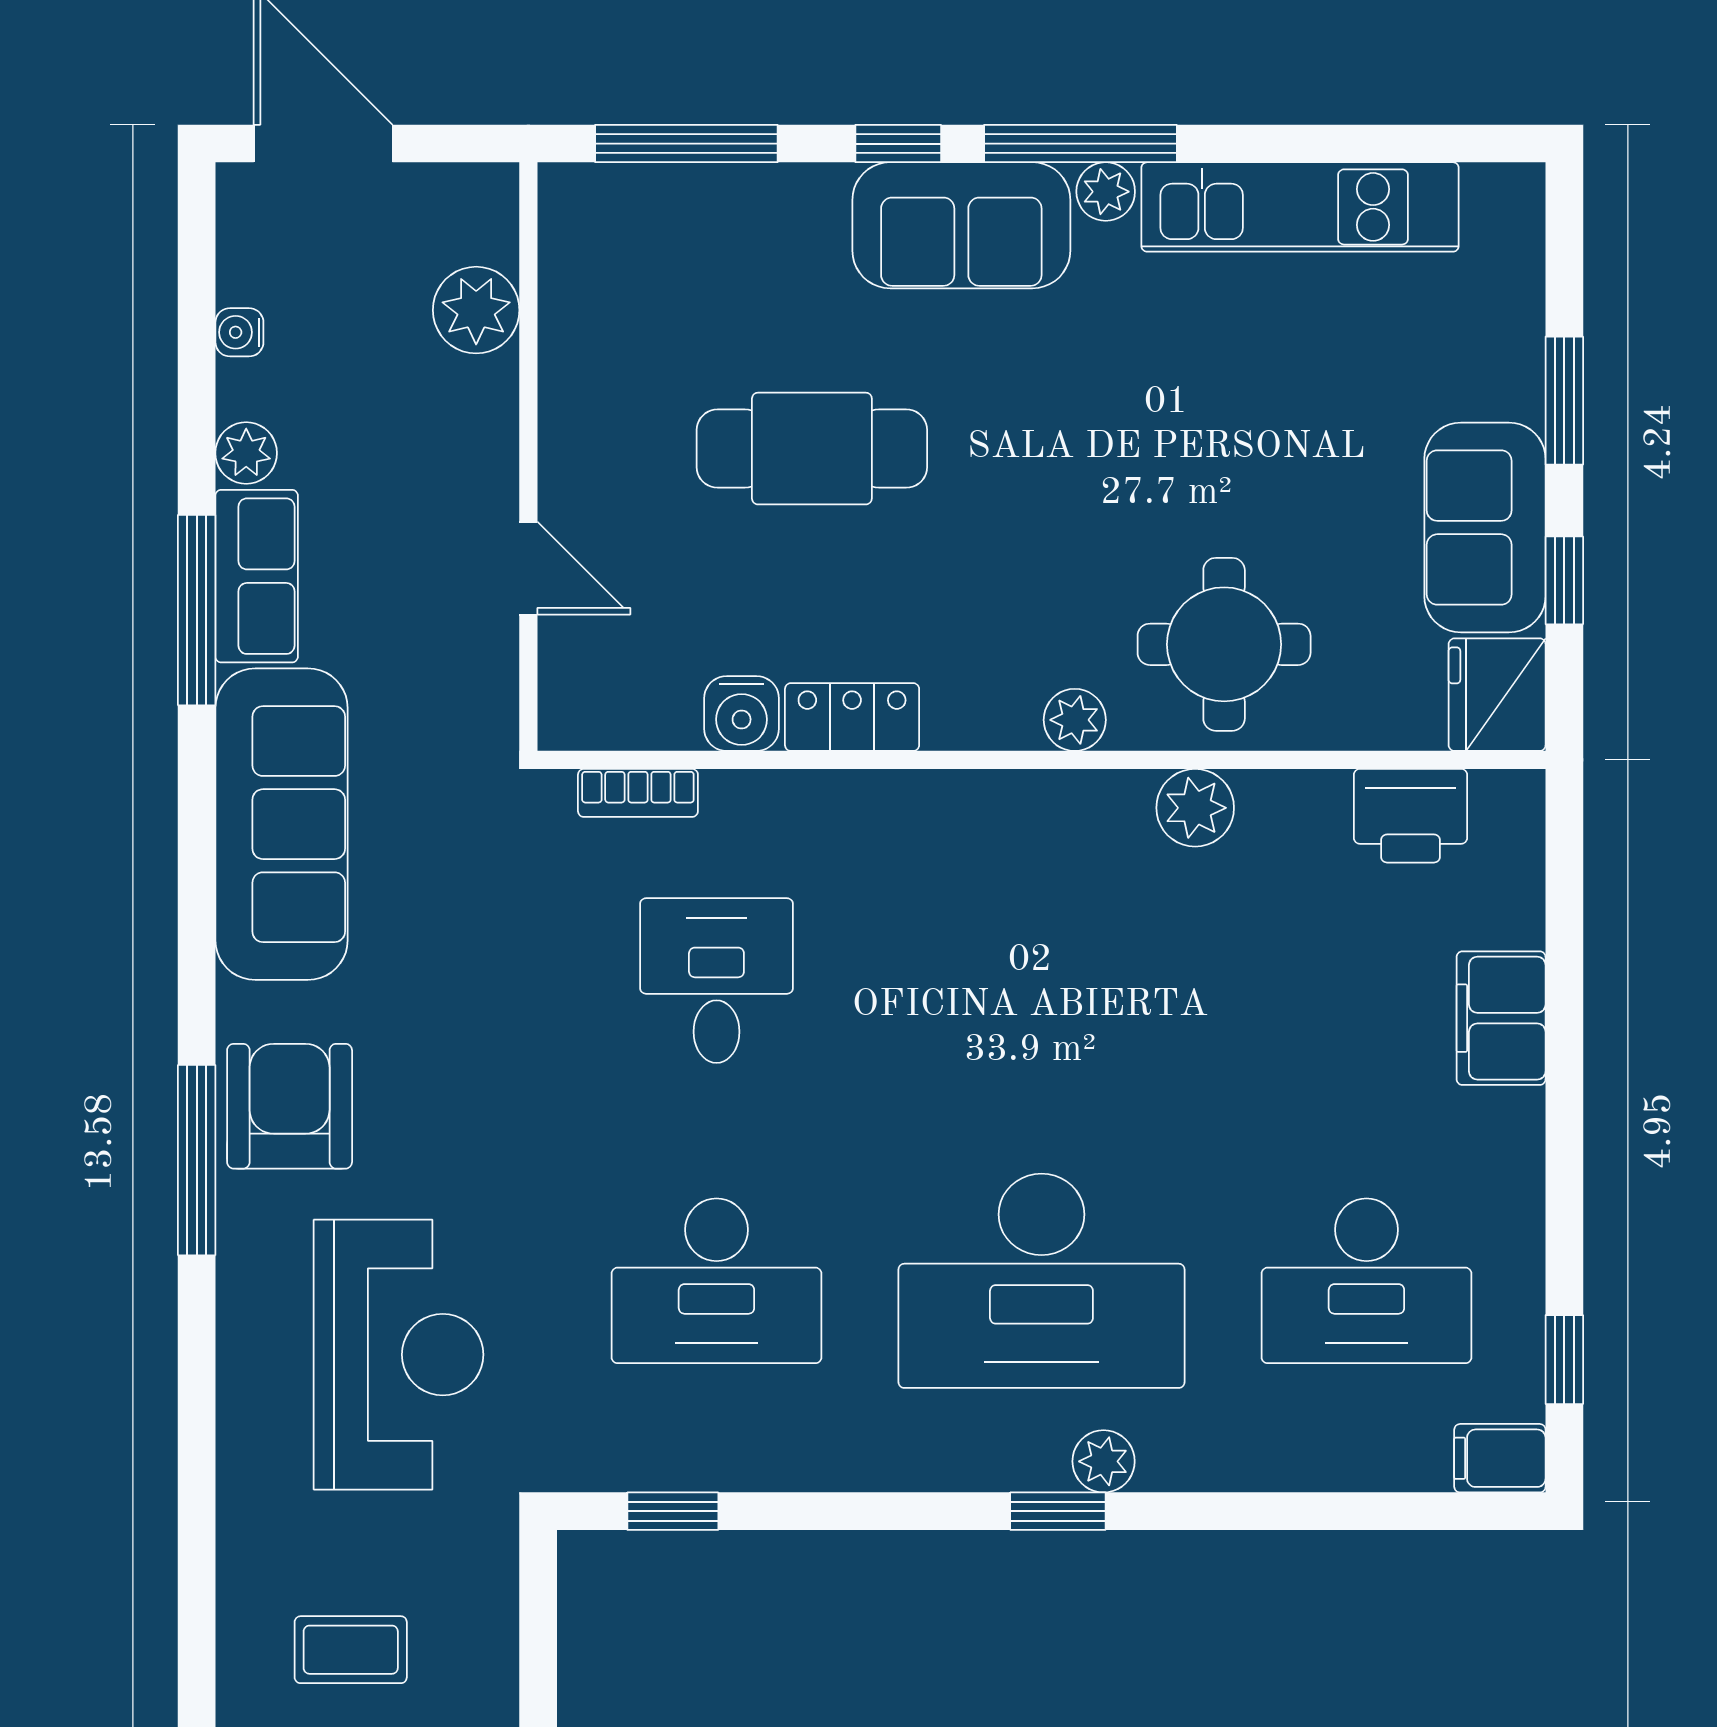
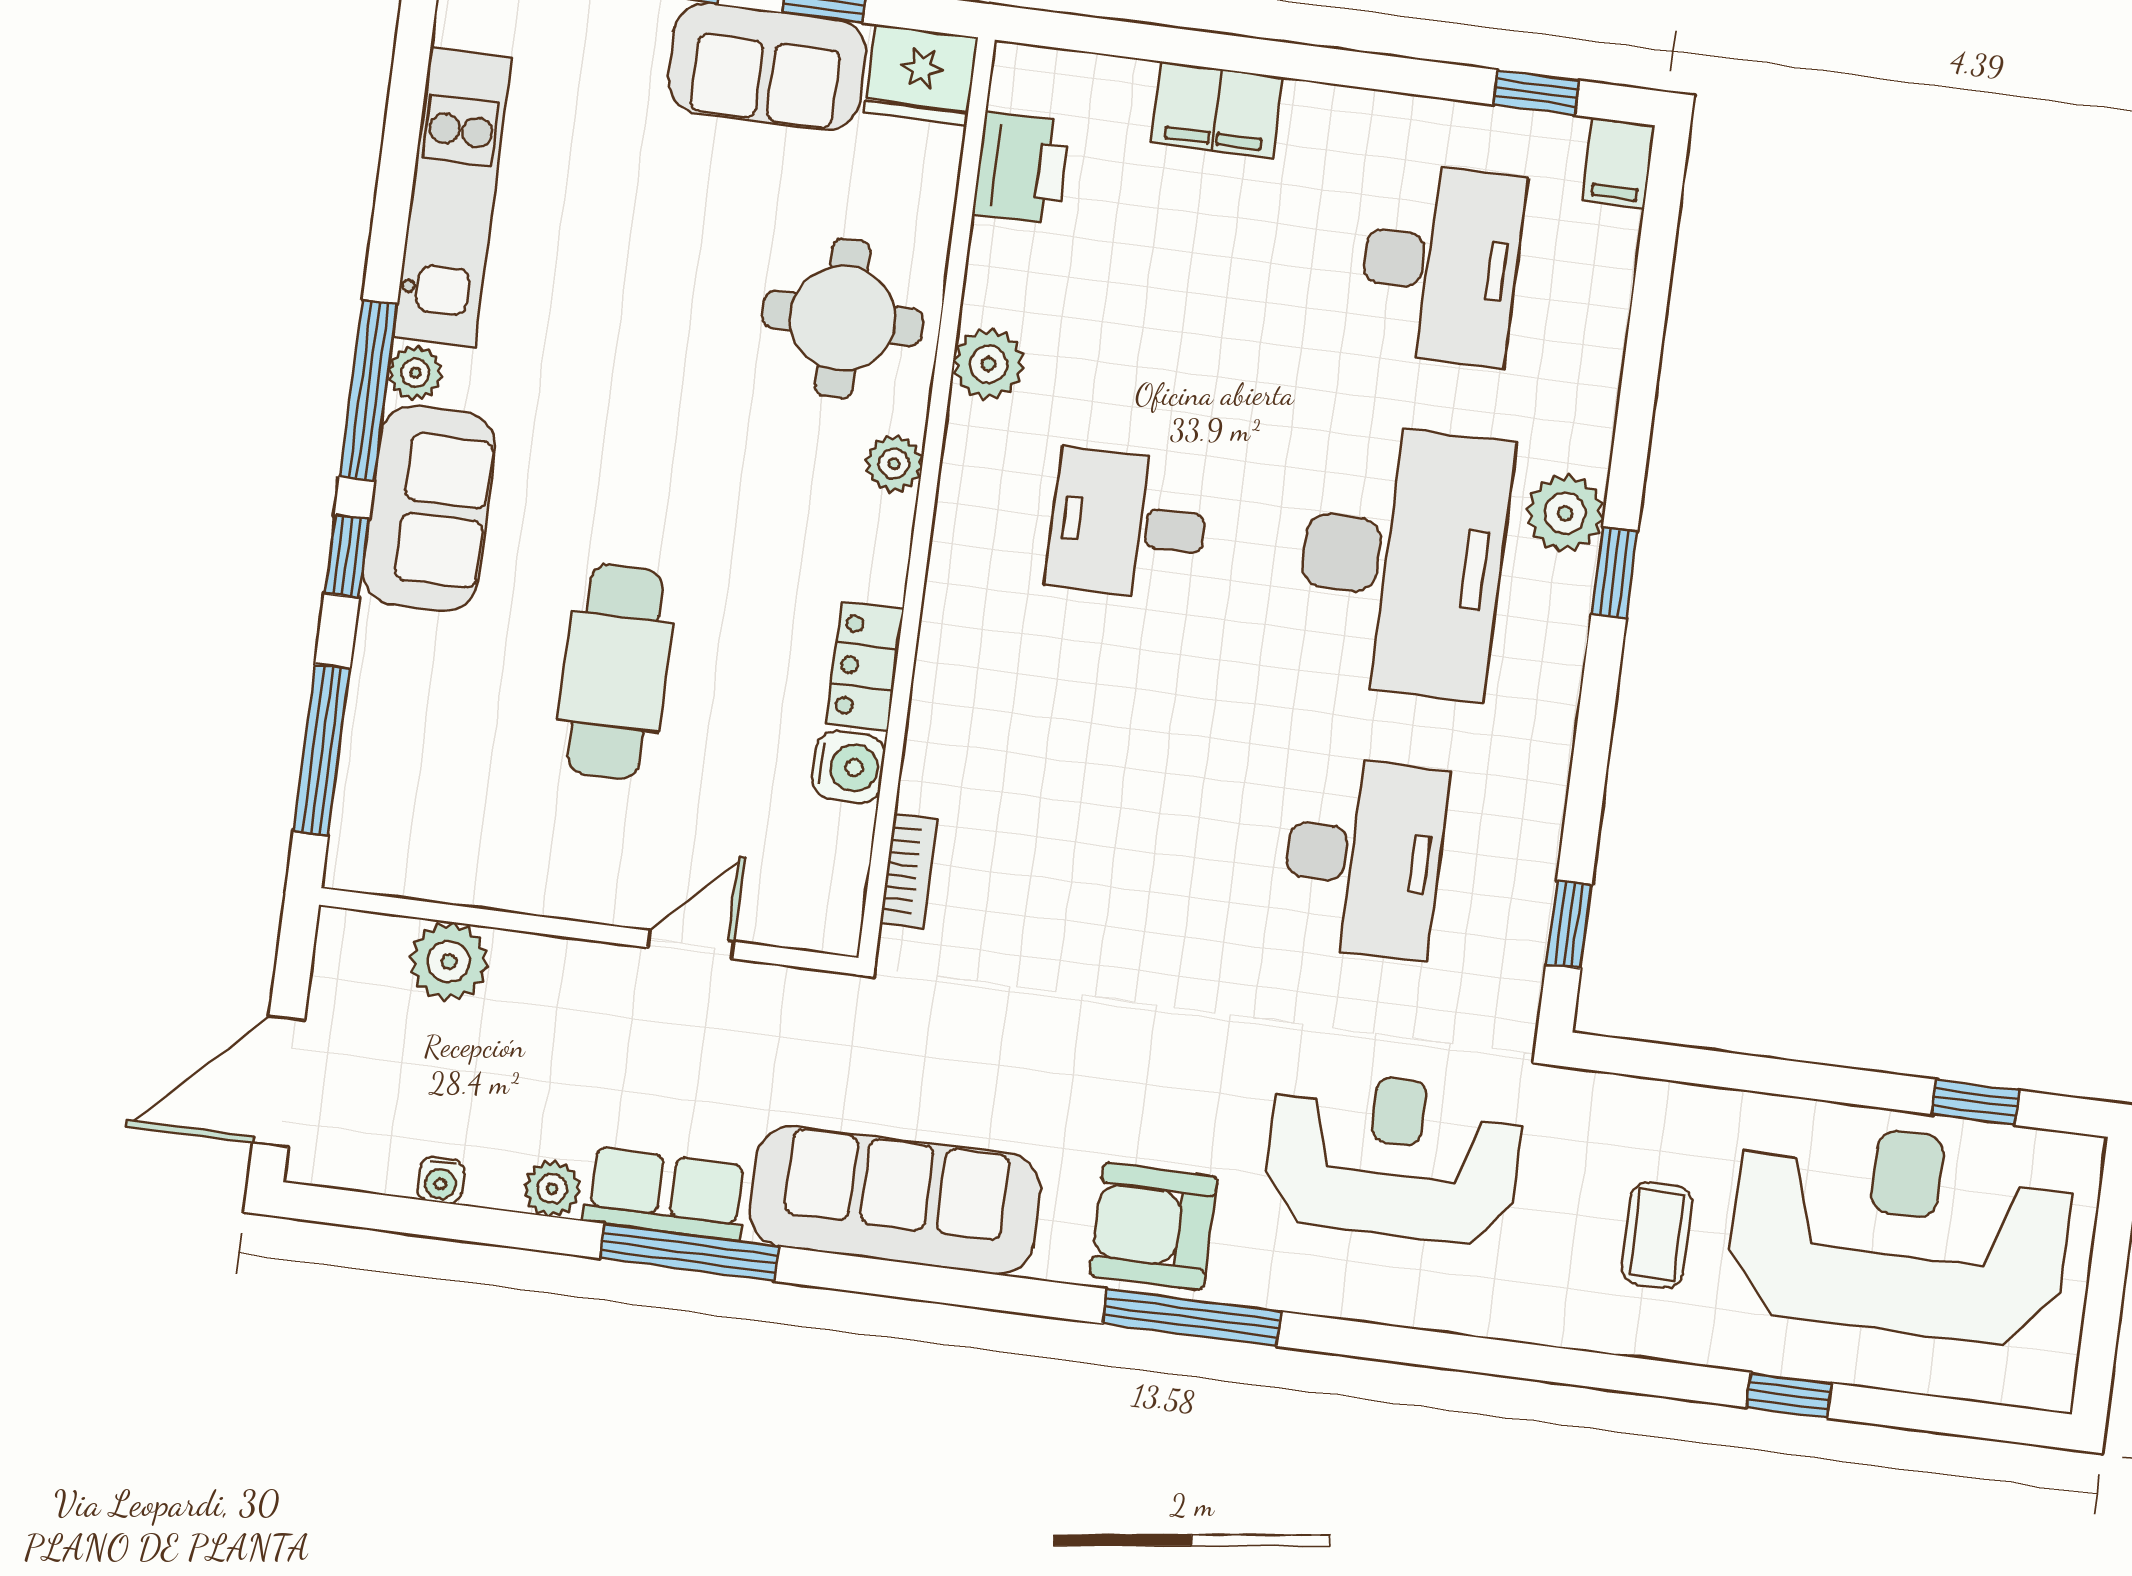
desk: (716, 981) -> (1128, 525), moved
plant: (1104, 1461) -> (1565, 513), width x1.38, depth x1.38

